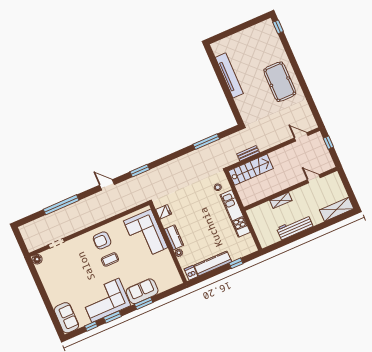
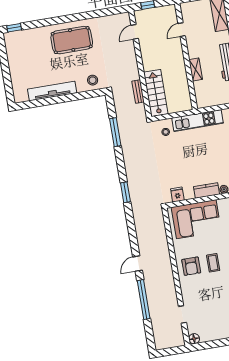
stool: (248, 110) -> (93, 80), added
window: (140, 171) -> (125, 192), moved
door: (107, 185) -> (137, 264), moved

